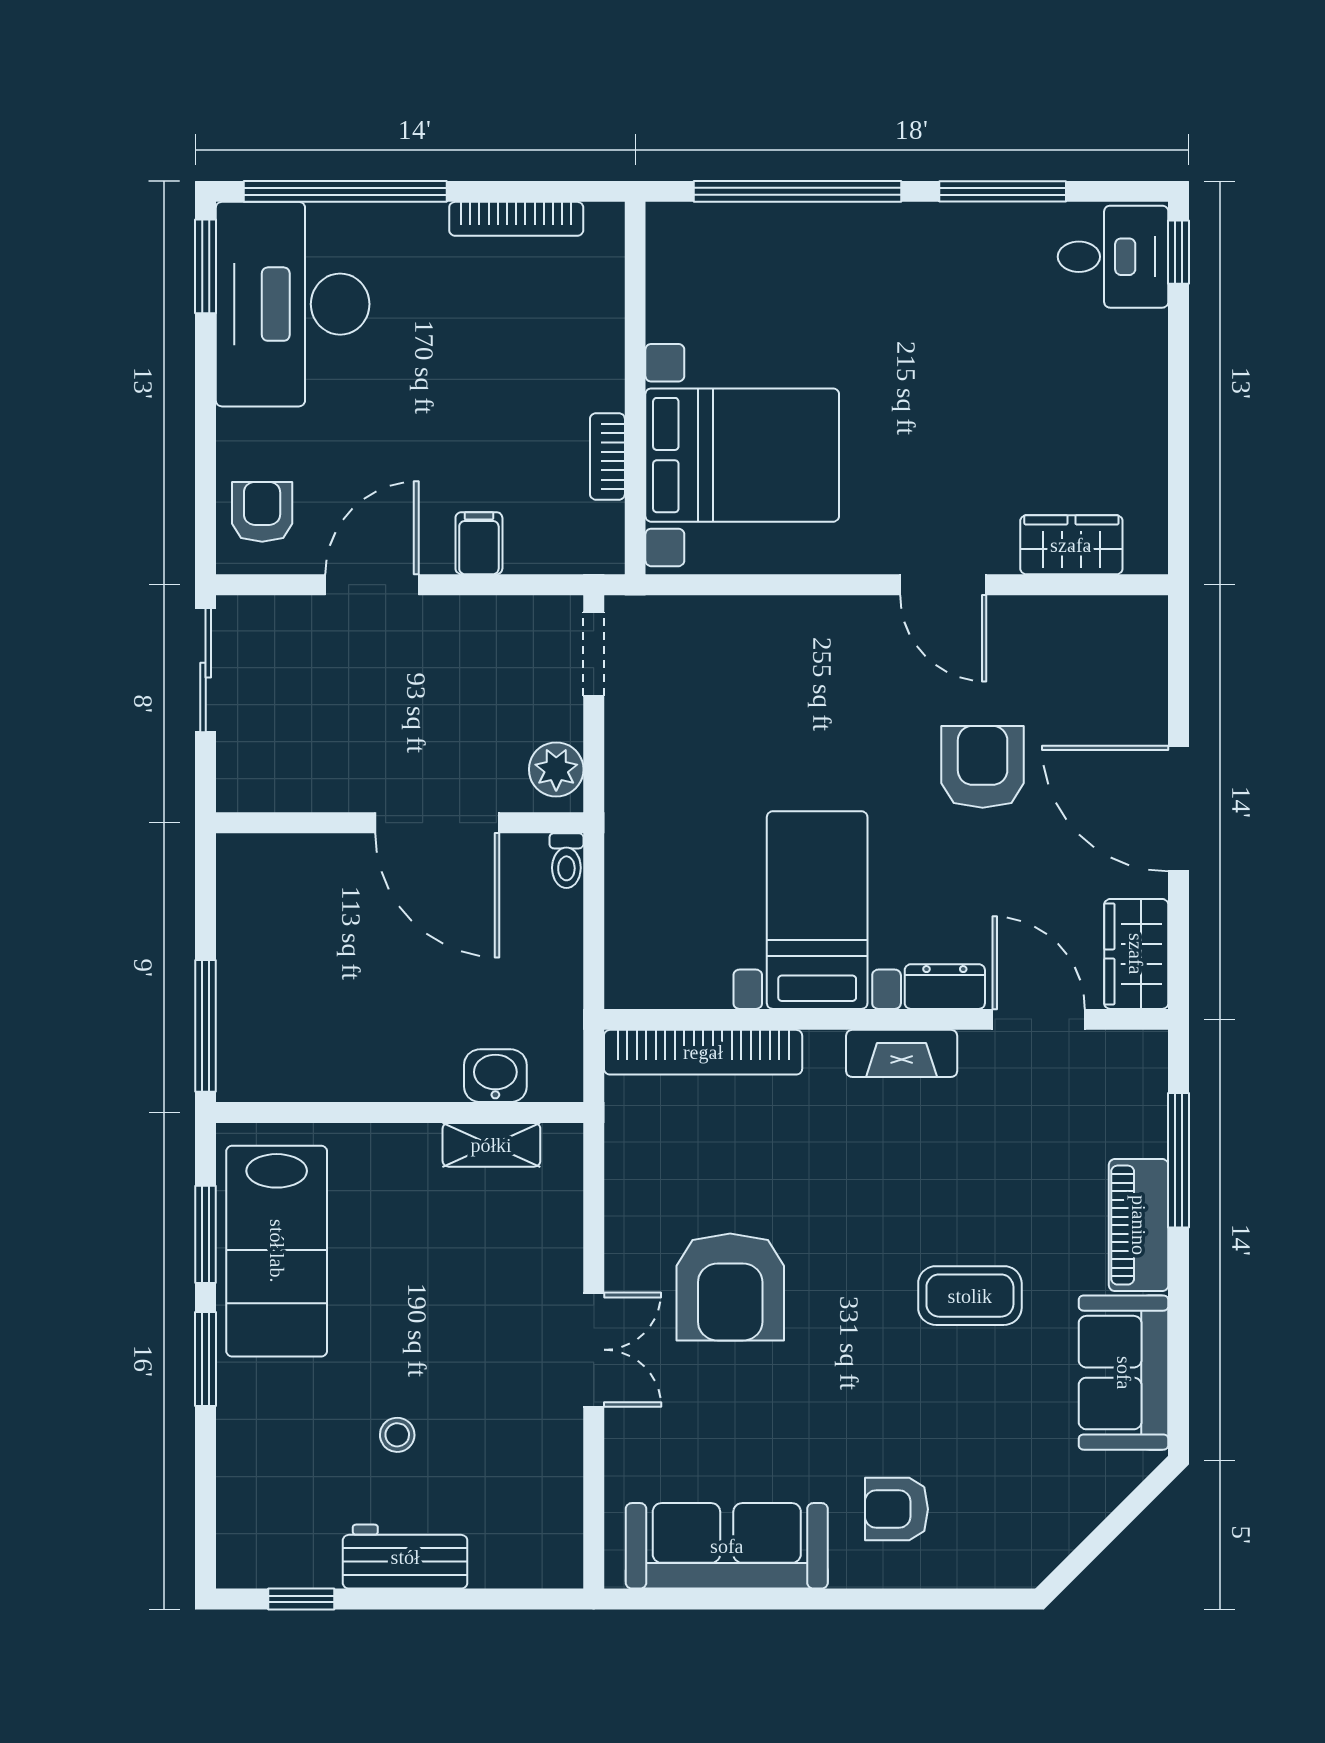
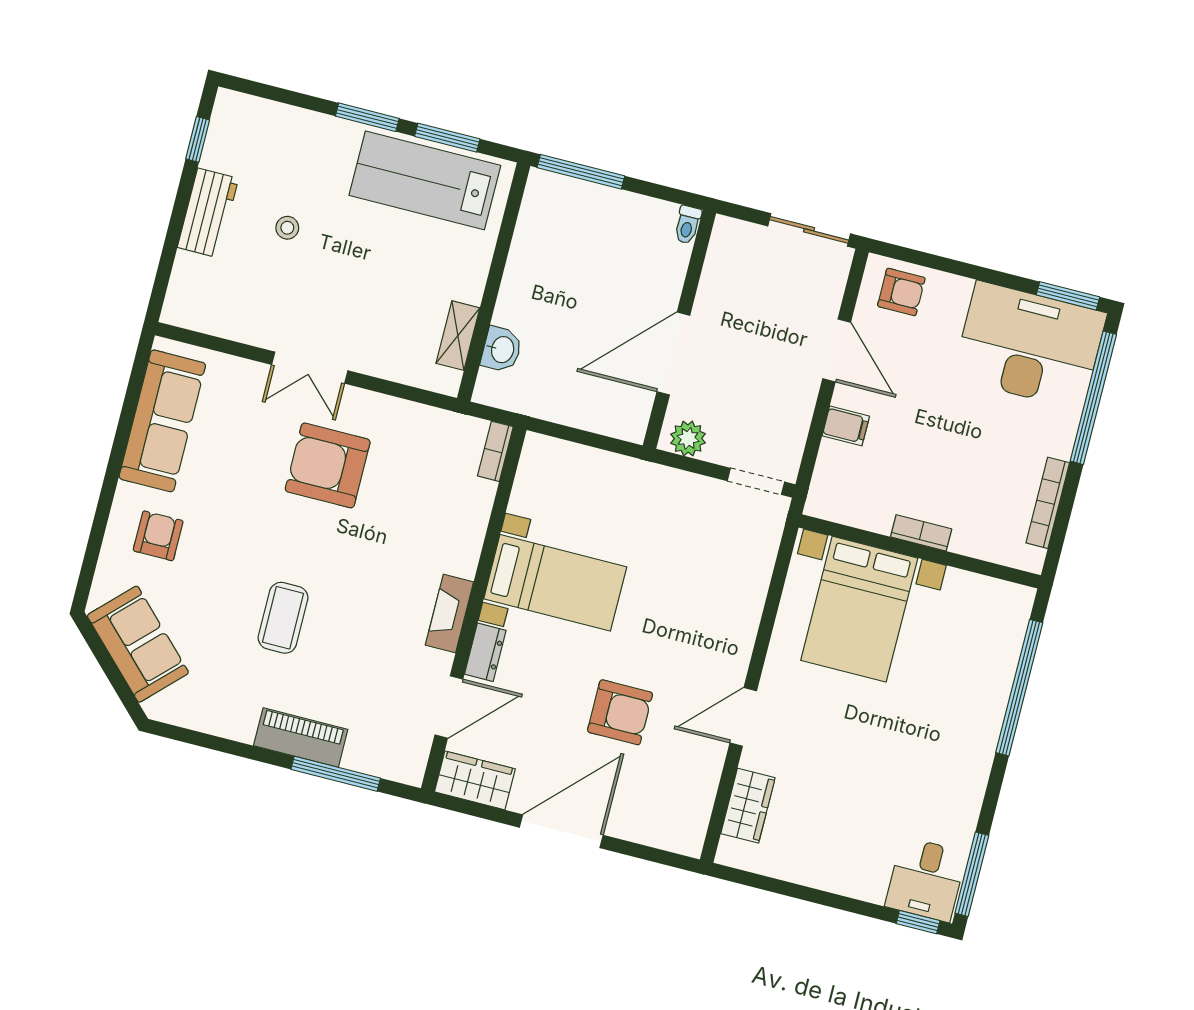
window: (1003, 191) -> (972, 874), moved
bookcase: (607, 456) -> (921, 533), moved
toilet: (566, 861) -> (688, 225), moved, turned -90
bookcase: (703, 1052) -> (495, 451), width x0.43, depth x0.76
sofa: (1124, 1373) -> (138, 644), moved, turned 45

